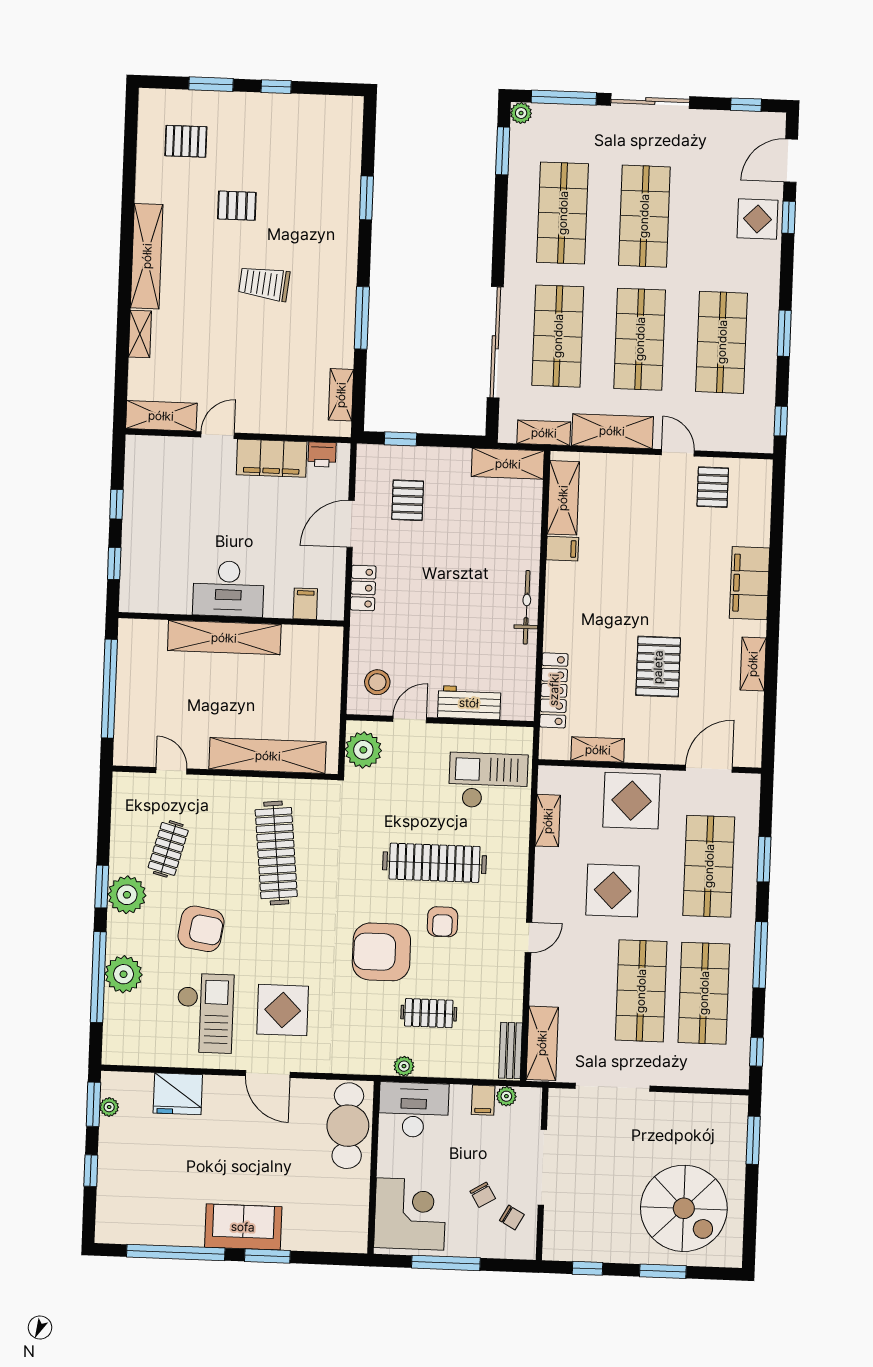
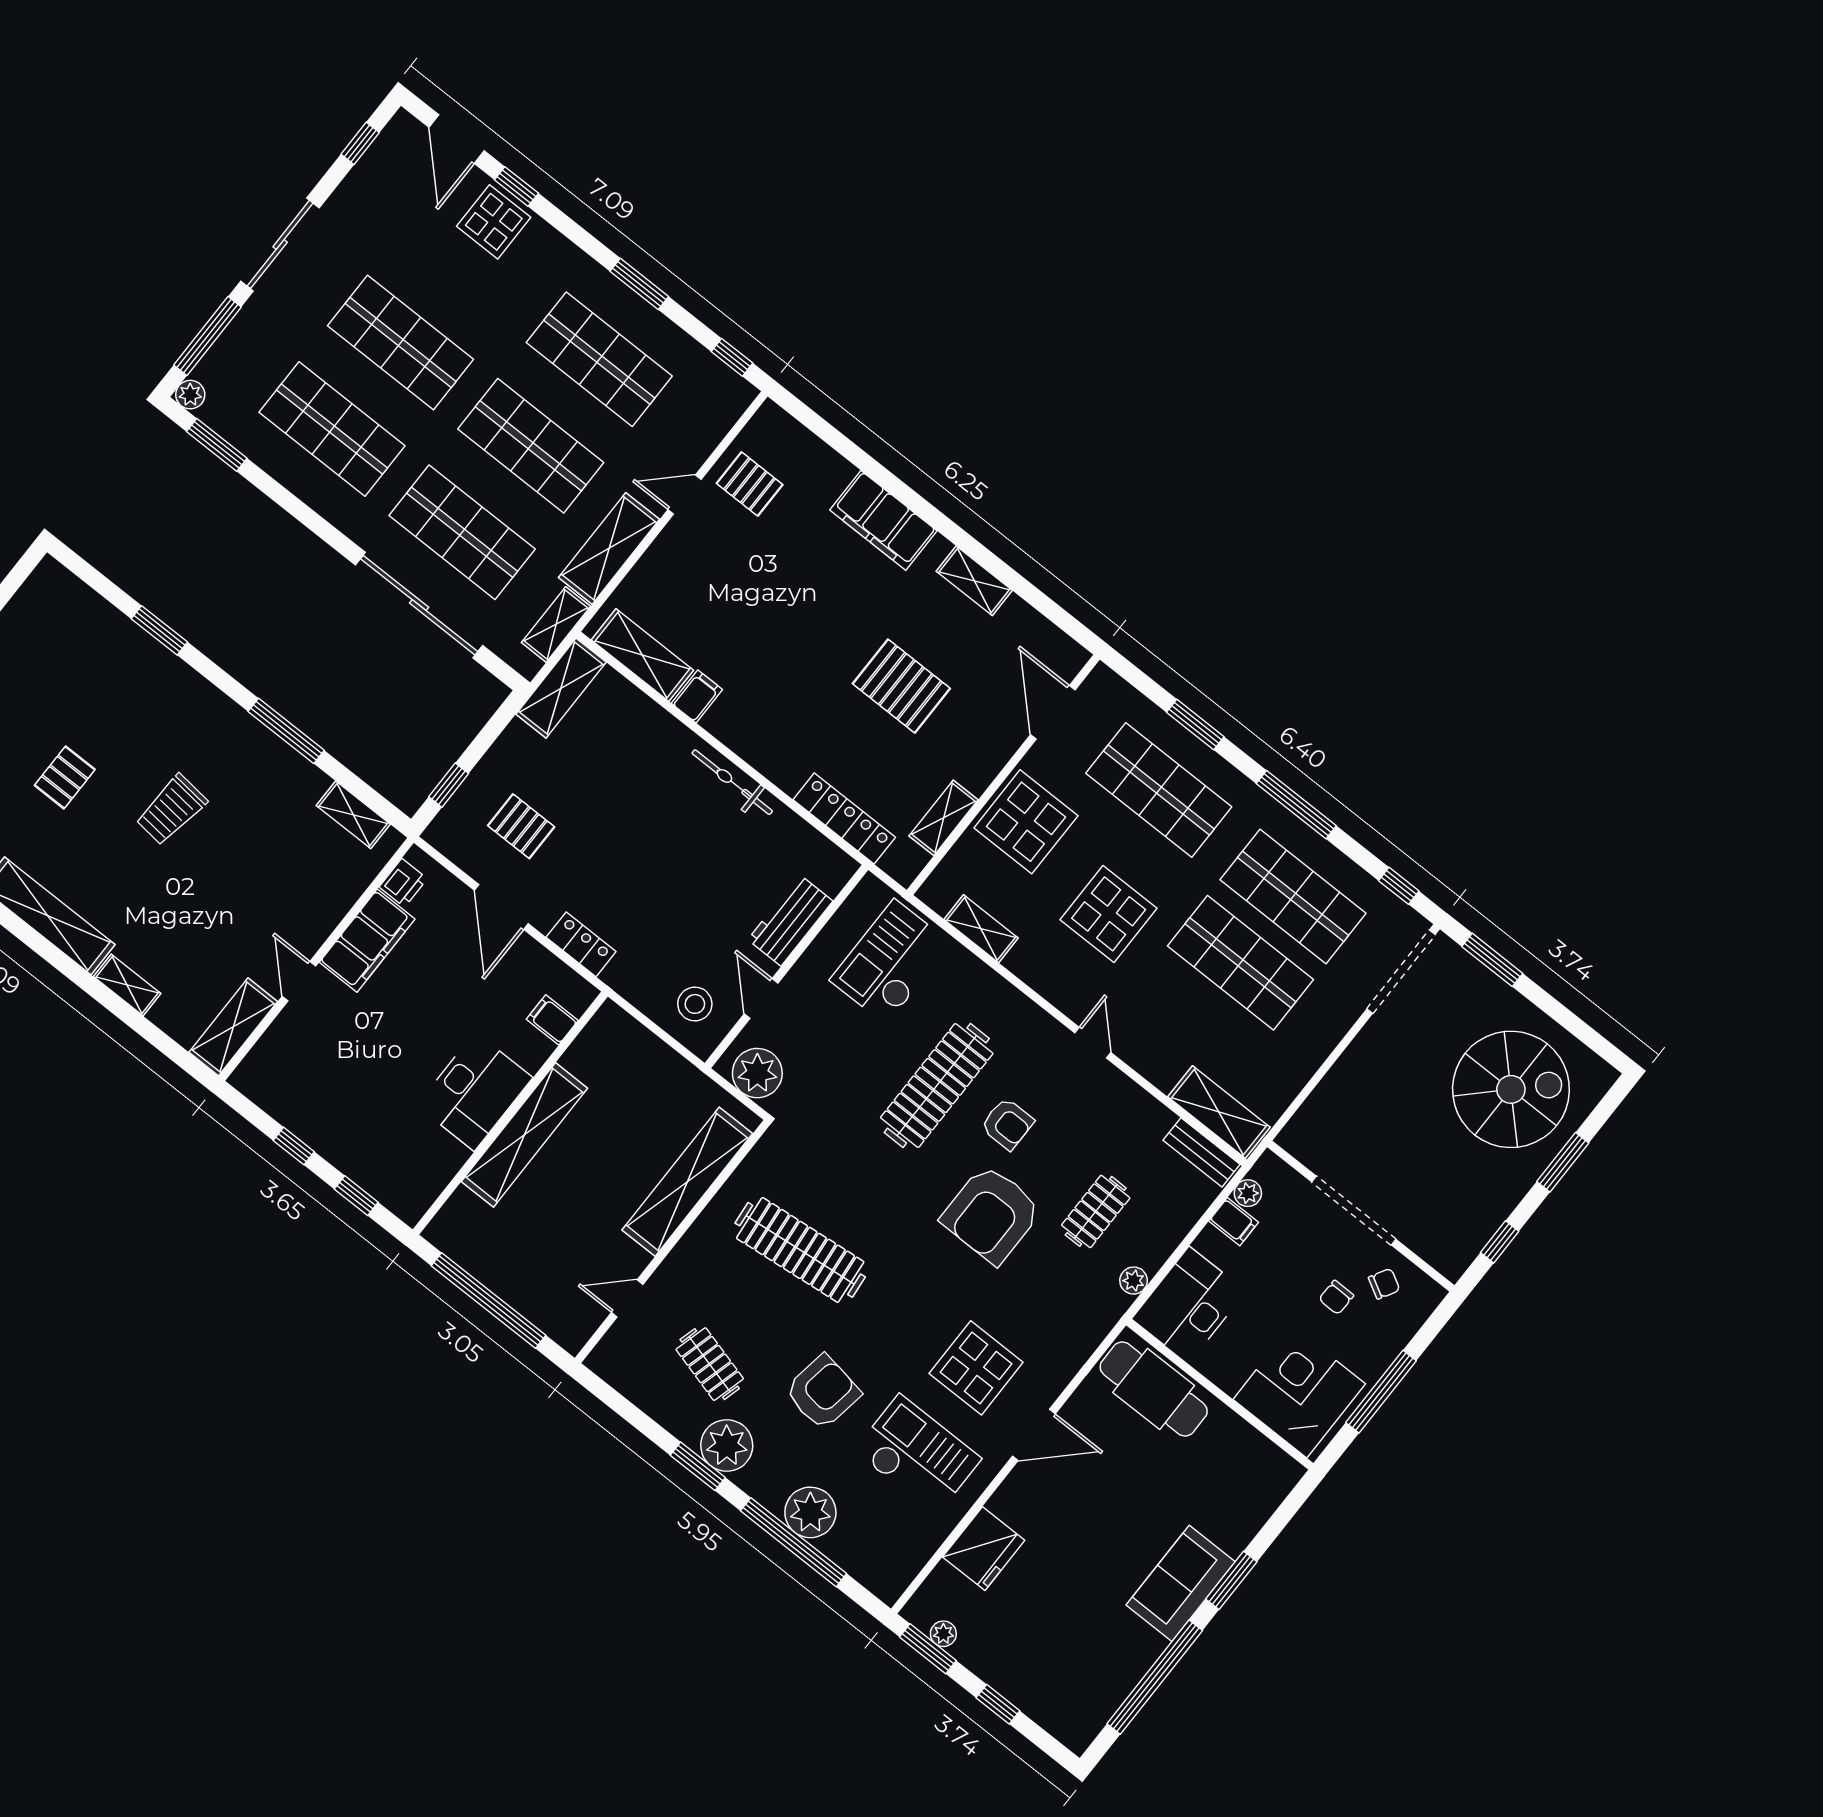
doorway: (613, 1087) -> (1401, 972), moved
chair: (483, 1195) -> (1336, 1297), turned 122

